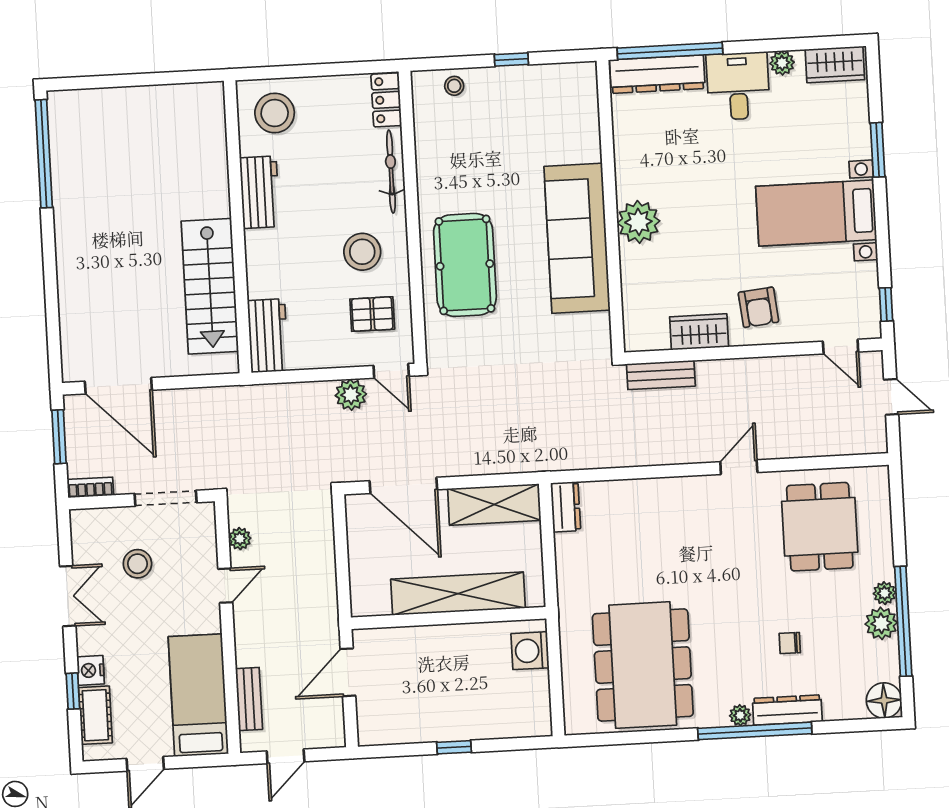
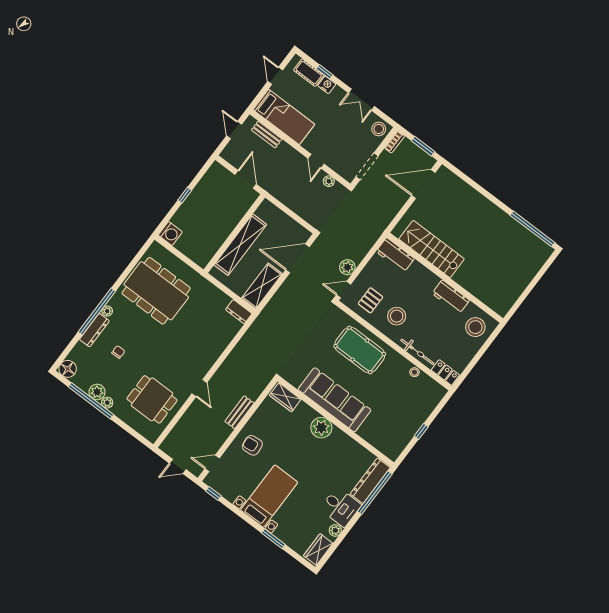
stool: (454, 86) -> (414, 372), moved
wardrobe: (699, 332) -> (285, 397), moved, turned 90
bench: (661, 375) -> (239, 412), moved
stool: (137, 564) -> (379, 129), moved
washing machine: (530, 651) -> (170, 234), moved, turned 90

